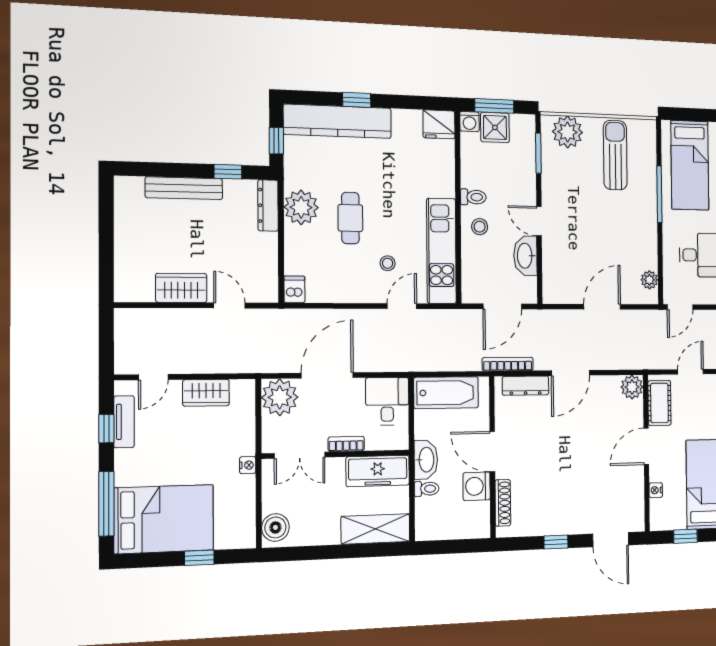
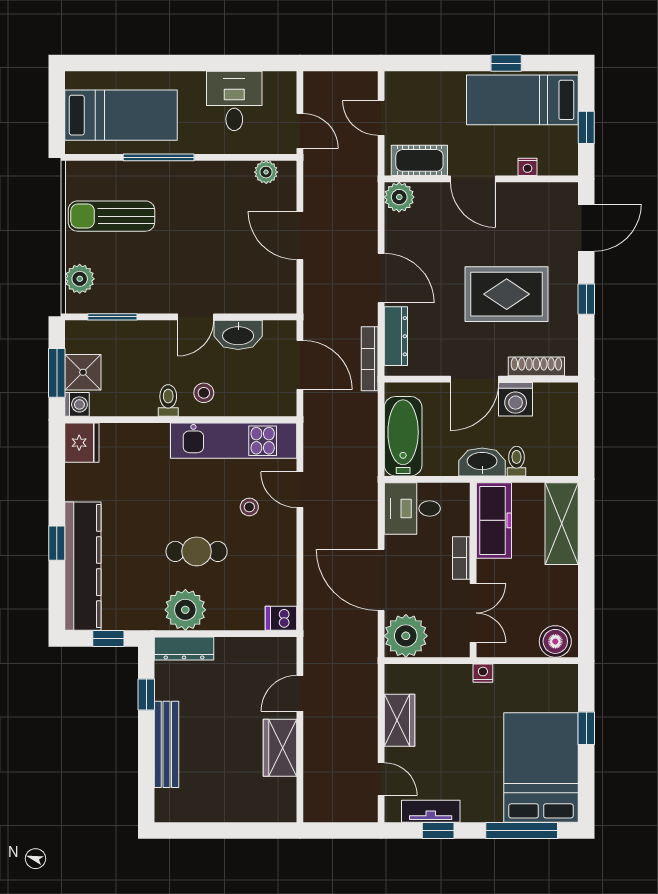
plant: (567, 132) -> (80, 279), width x0.73, depth x0.73
rug: (559, 476) -> (507, 294), added

